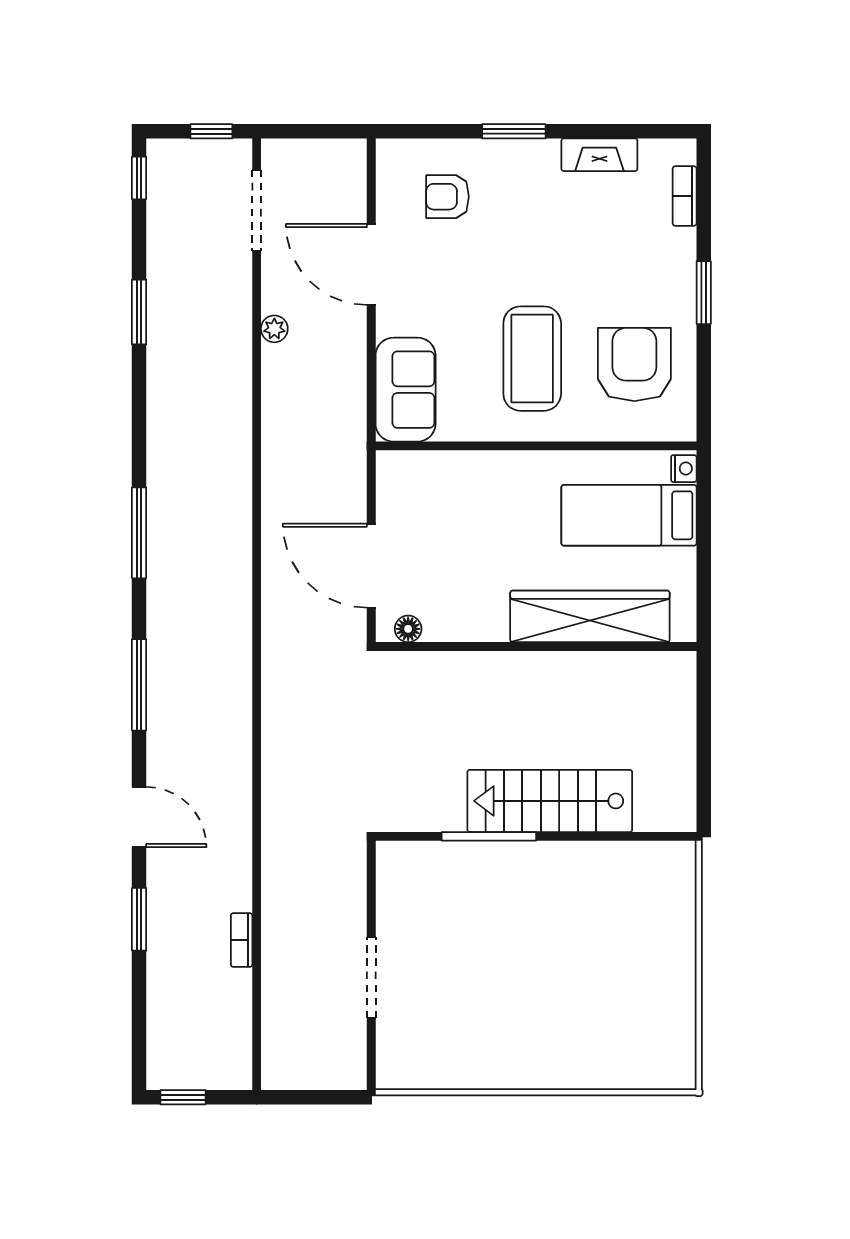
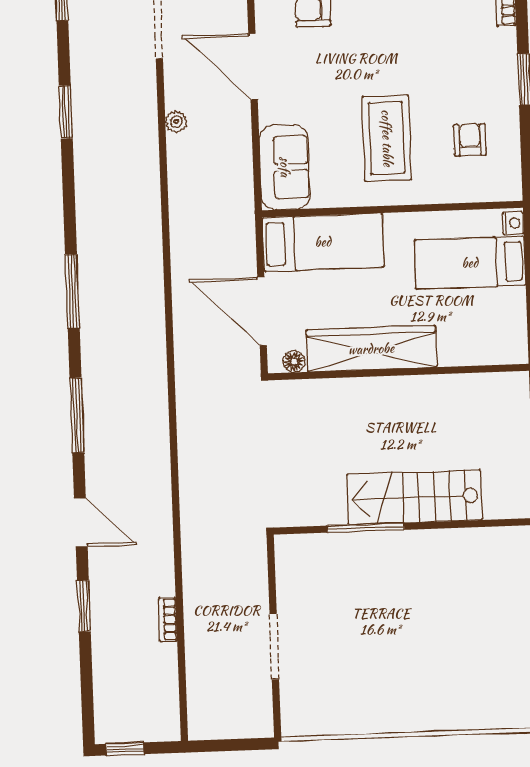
armchair: (634, 364) -> (470, 140), width x0.53, depth x0.53
bed: (449, 484) -> (323, 242), added
wardrobe: (590, 616) -> (371, 349), moved

